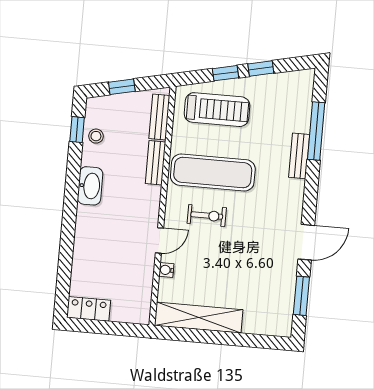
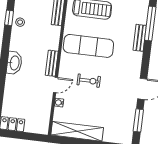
bench: (156, 163) -> (52, 63), moved
washbasin: (90, 186) -> (14, 63), moved
exercise bike: (207, 216) -> (89, 81), moved

